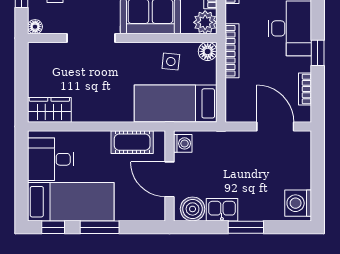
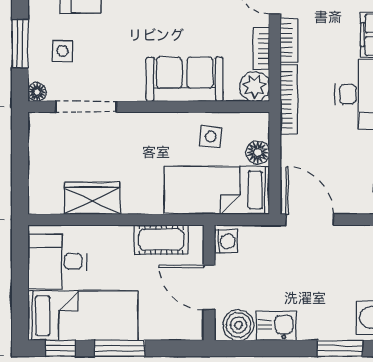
doorway: (91, 38) -> (86, 107), moved
floor lamp: (208, 51) -> (258, 152), moved
bookcase: (232, 51) -> (289, 99), moved
wardrobe: (49, 110) -> (92, 198), moved
door: (275, 127) -> (310, 220), moved
window: (246, 227) -> (340, 348), moved

